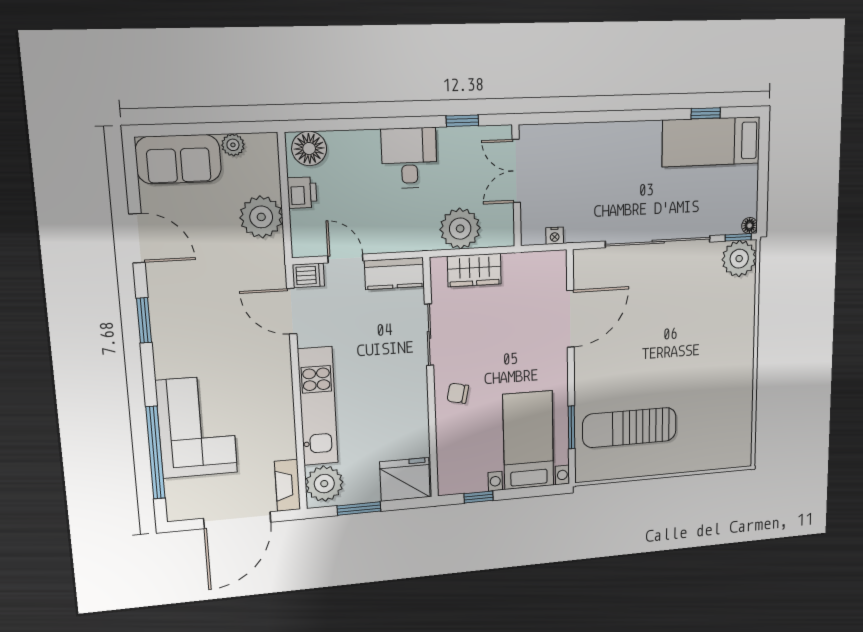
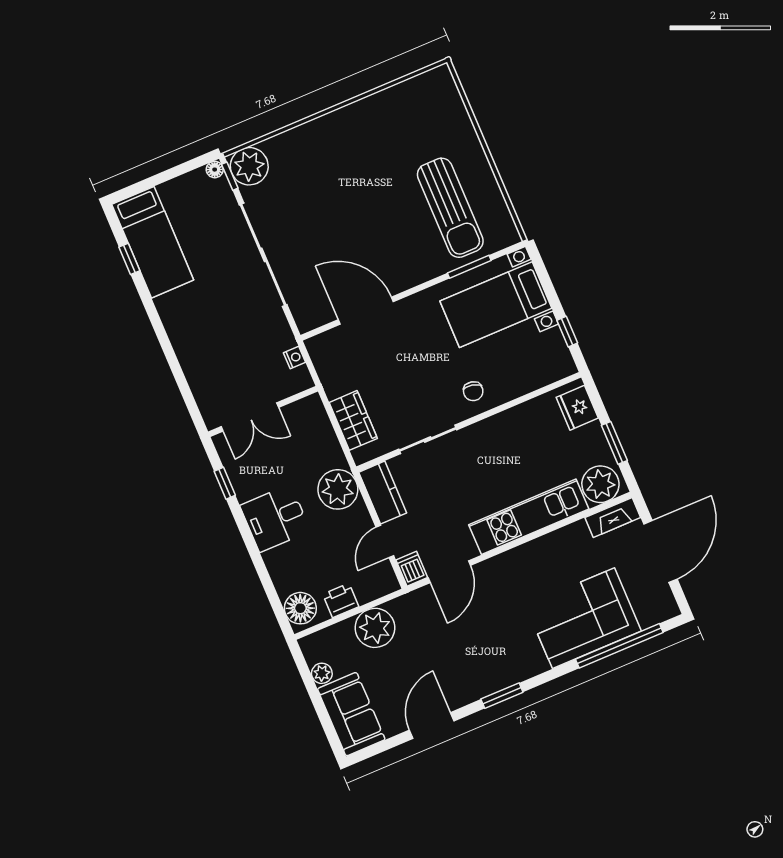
plant: (460, 229) -> (338, 489), moved
fridge: (405, 479) -> (577, 408), width x0.73, depth x0.75
door: (237, 520) -> (660, 551), hinge flipped

